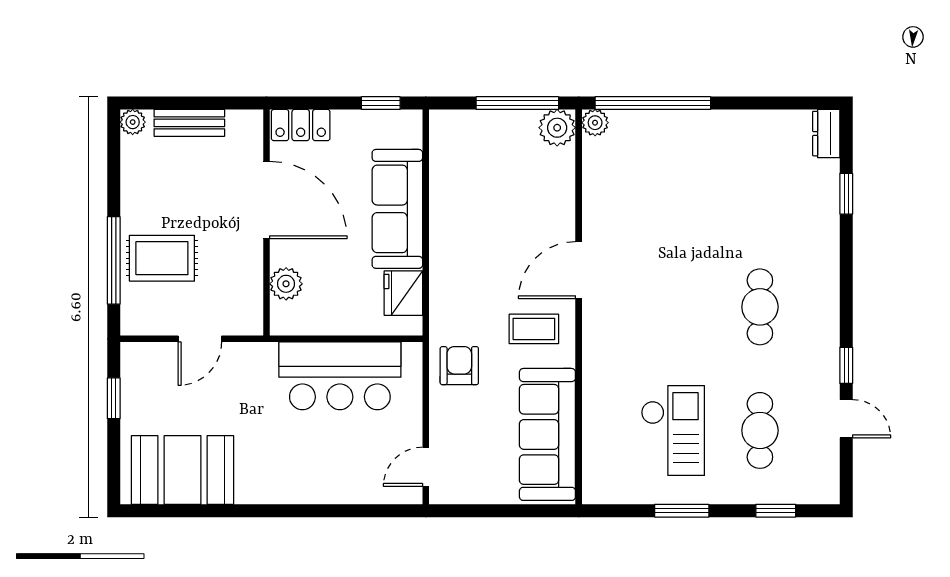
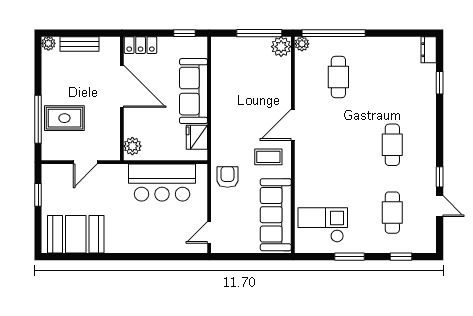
cafe table: (662, 183) -> (338, 77), added
plant: (286, 284) -> (132, 146), moved
checkout: (673, 430) -> (323, 225), moved, turned -90

